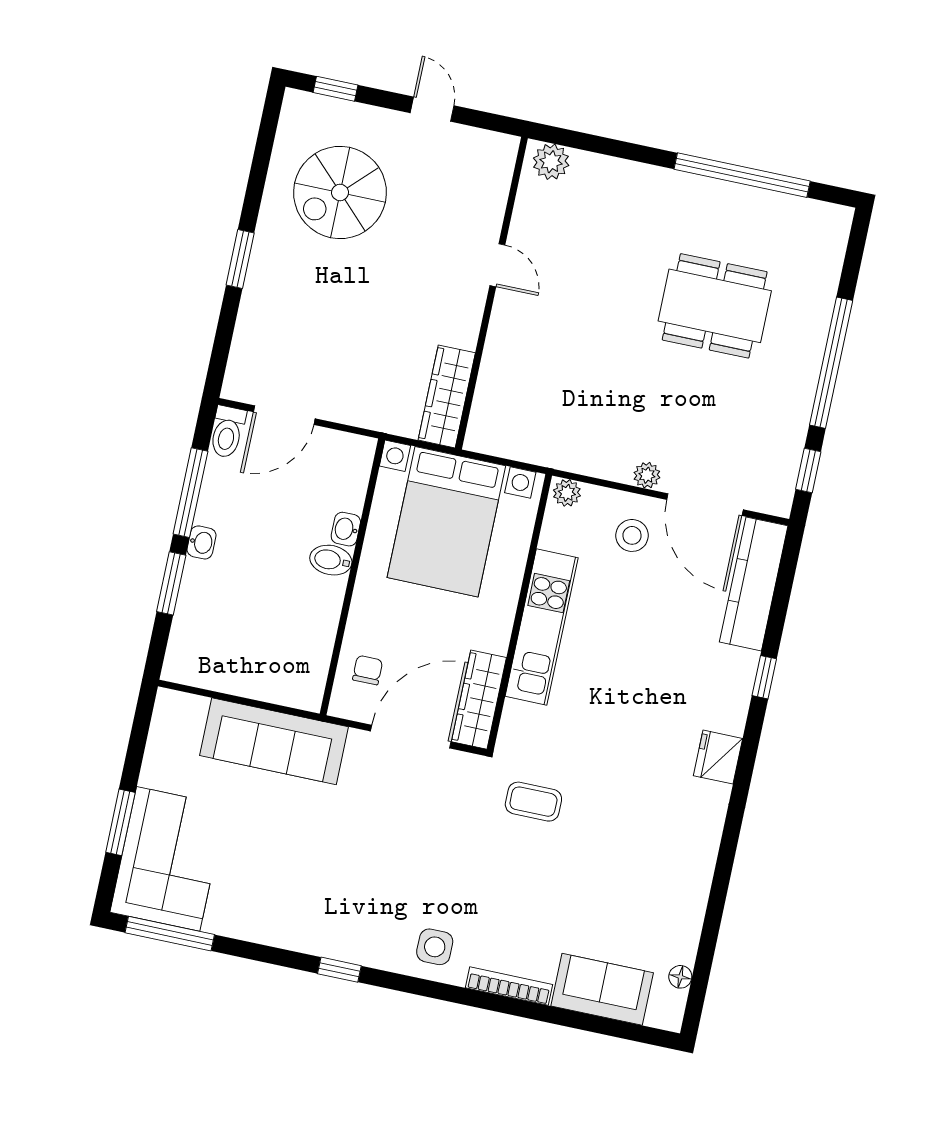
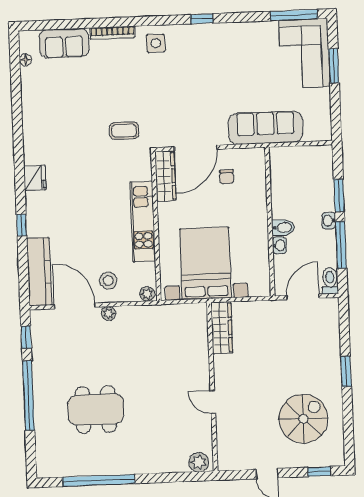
washbasin: (346, 529) -> (279, 245), moved
bidet: (331, 560) -> (283, 228), moved
wall: (352, 577) -> (270, 222), moved

